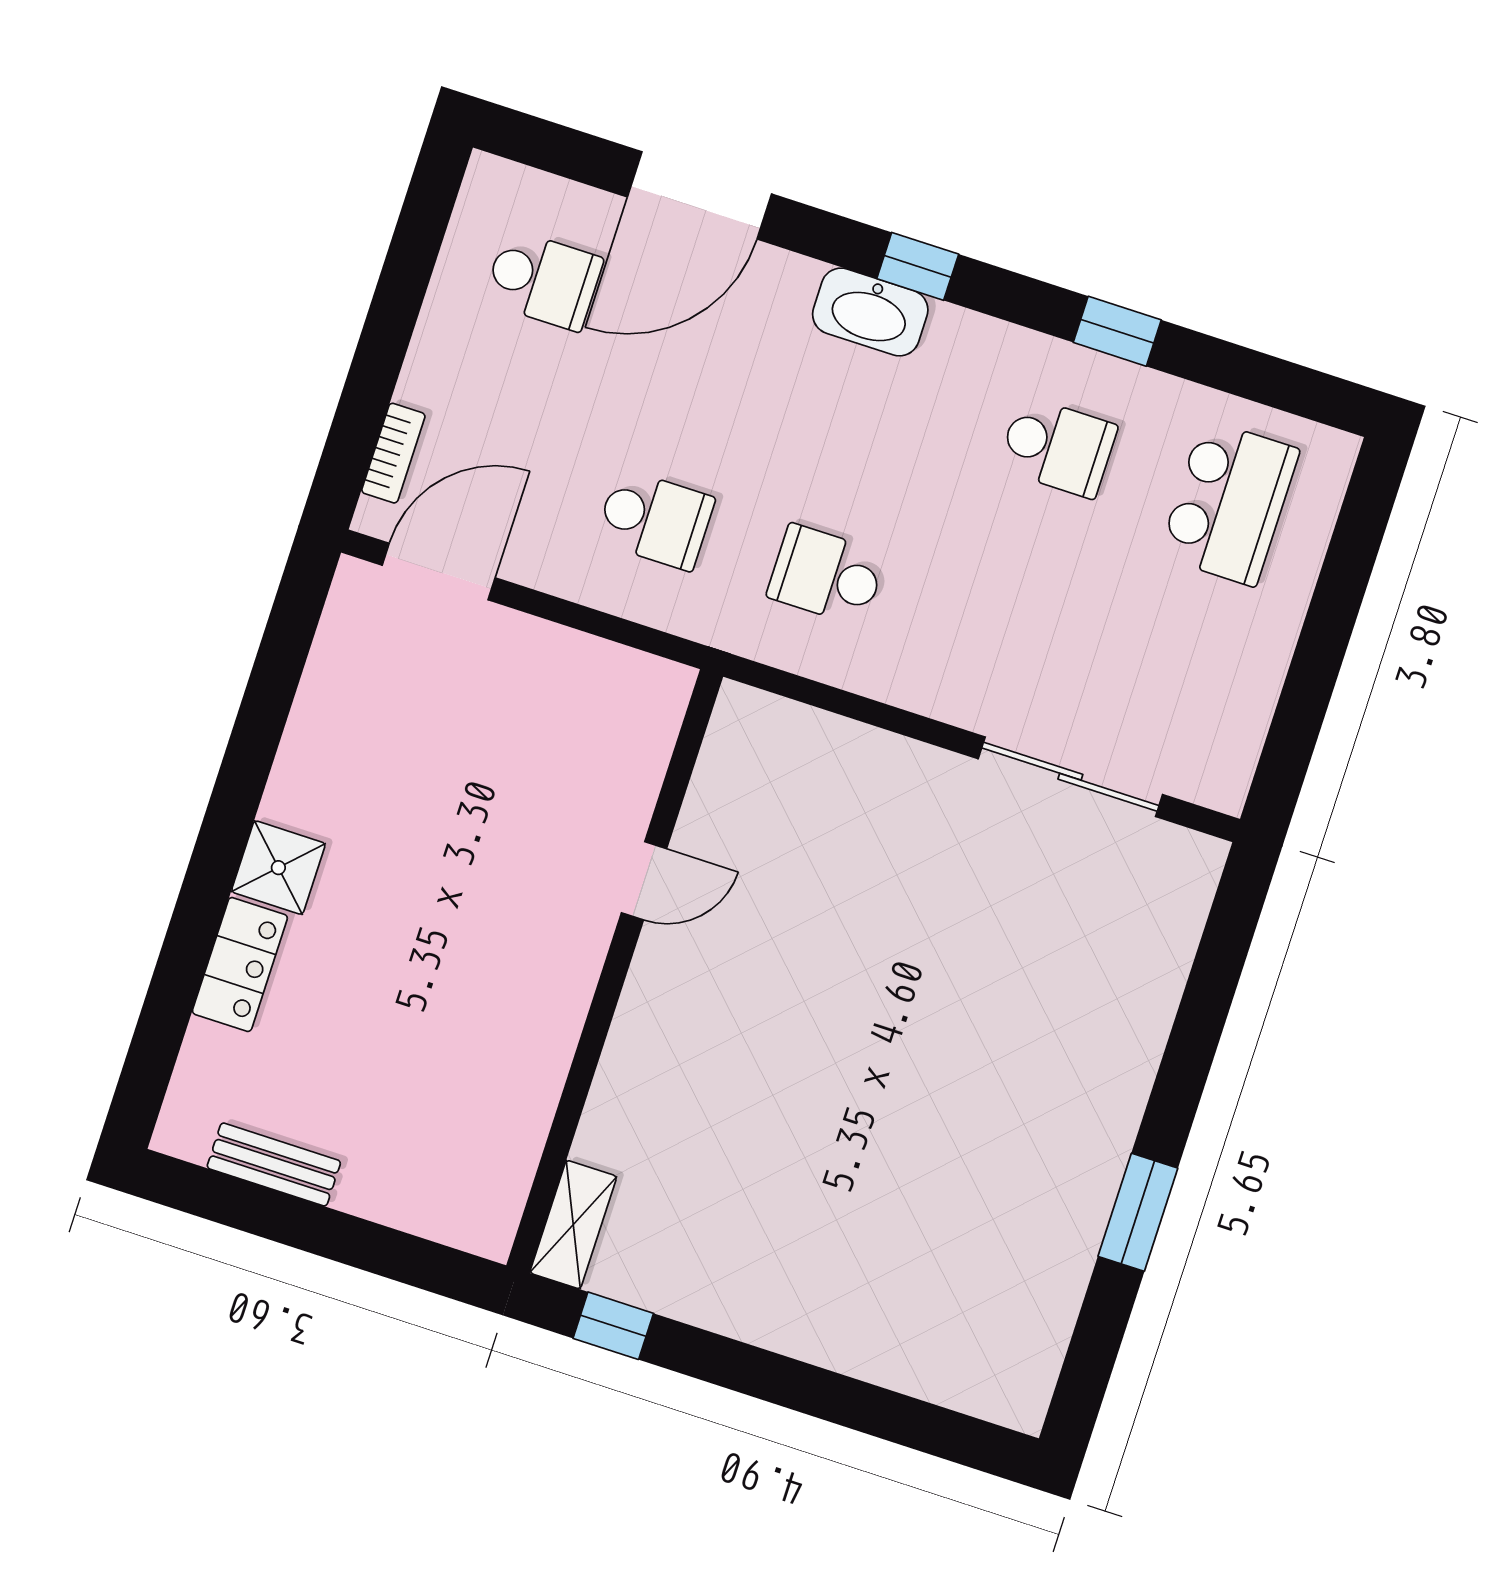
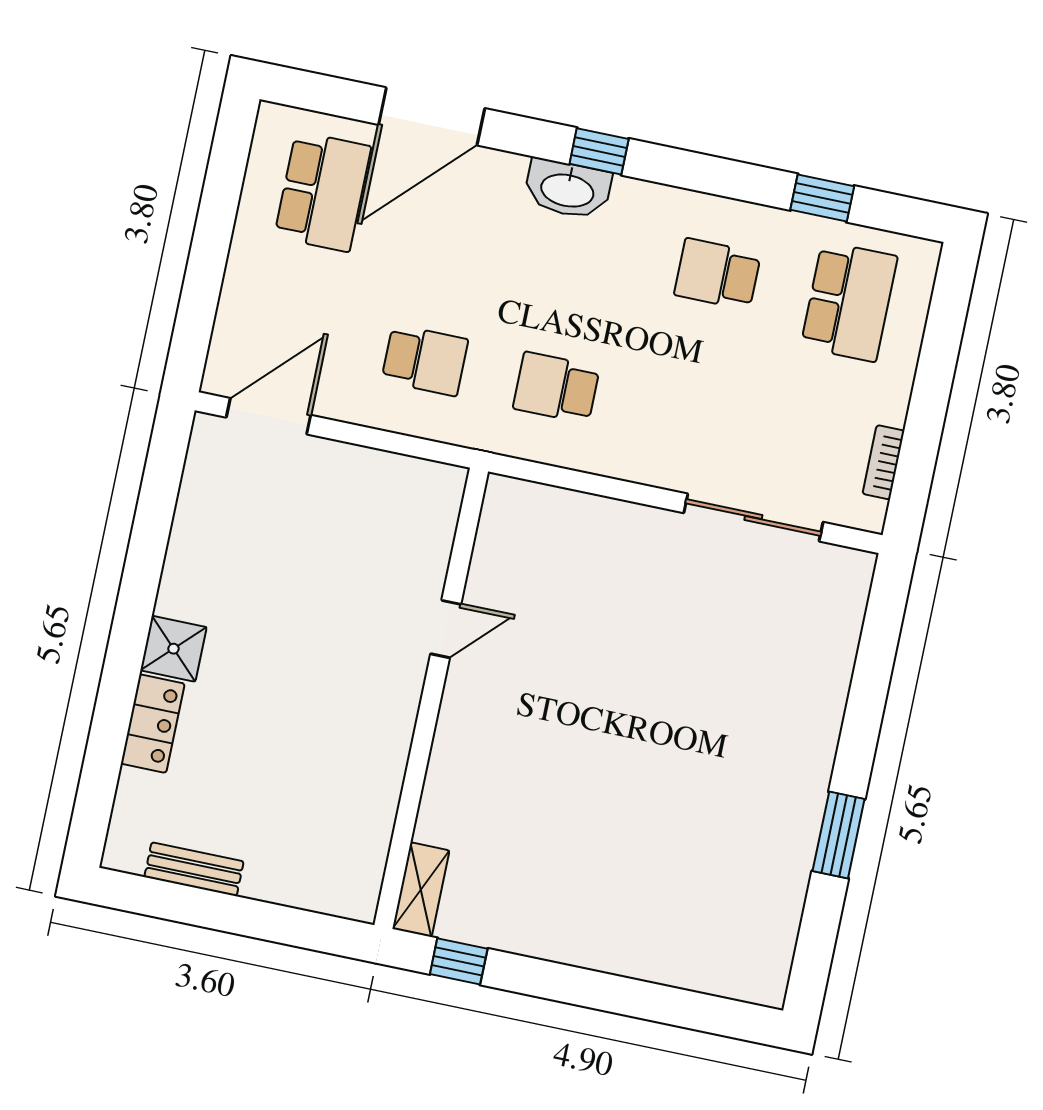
school desk: (543, 280) -> (323, 192), width x1.85
window: (1117, 331) -> (822, 198), moved
school desk: (1058, 447) -> (717, 274), turned 180
bookcase: (393, 453) -> (883, 462), moved, turned 180

